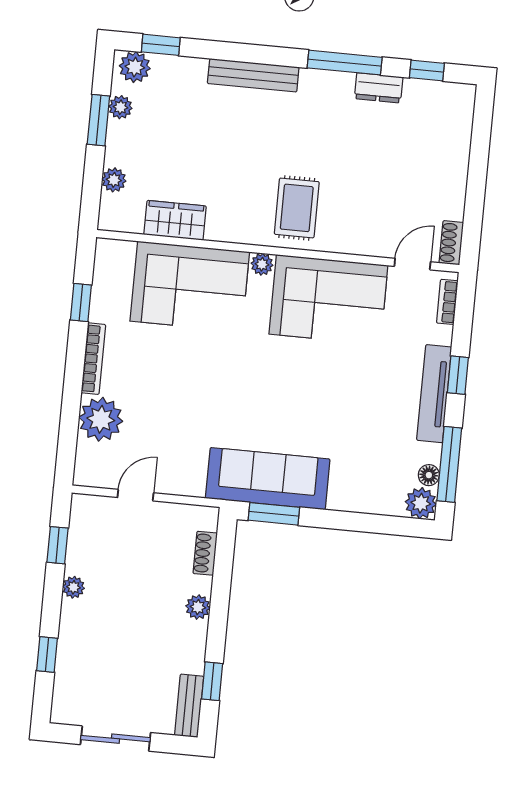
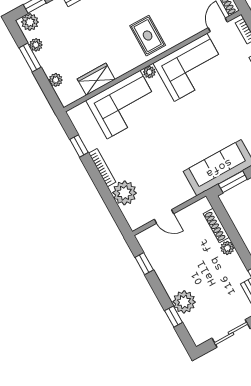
door: (136, 495) -> (164, 217), swing flipped
shoe rack: (205, 553) -> (216, 226), width x1.43
plant: (73, 587) -> (184, 302), moved, width x1.88, depth x1.88

